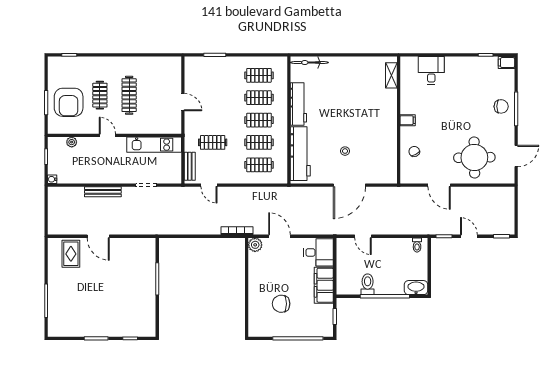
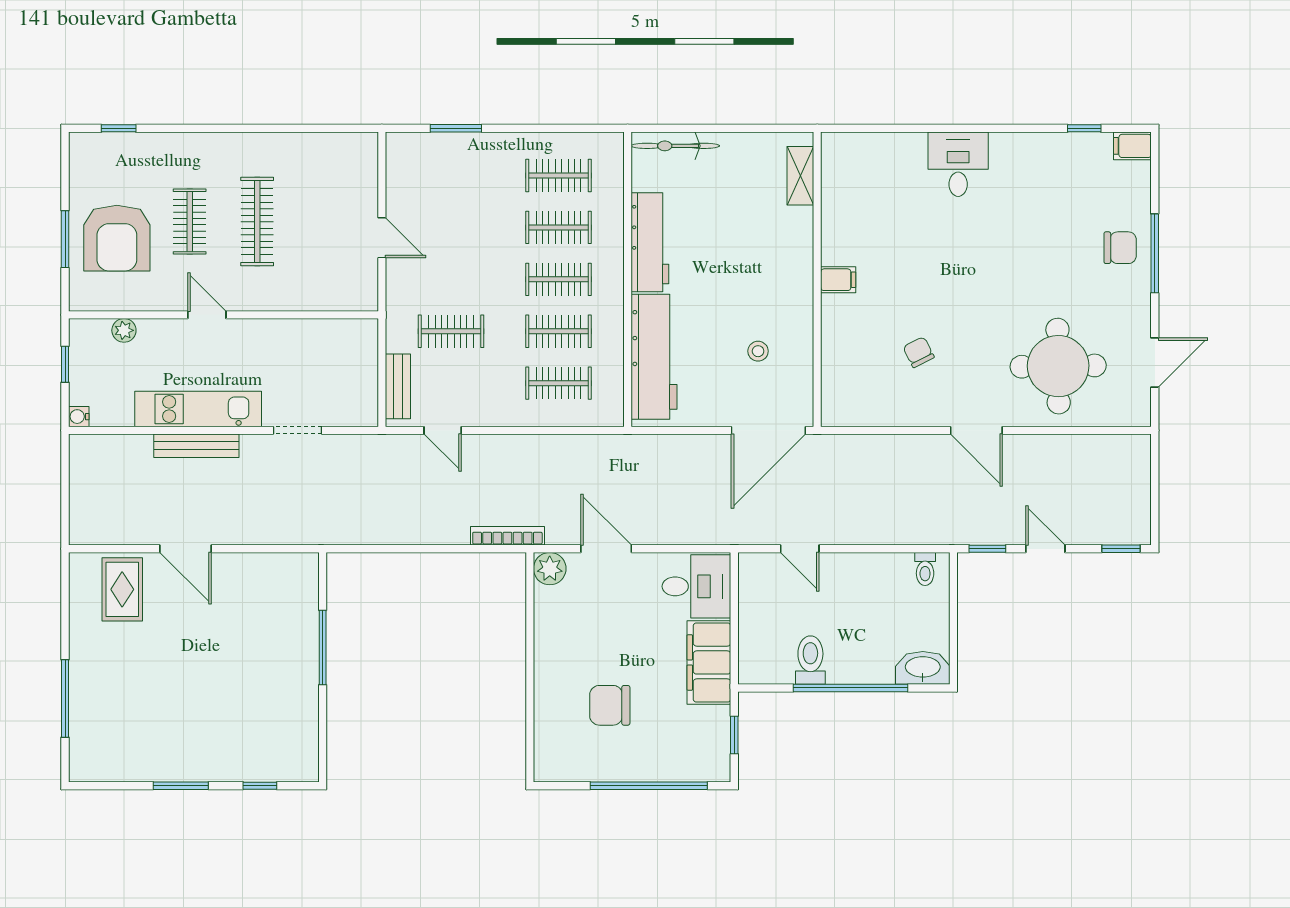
shelving: (391, 75) -> (800, 176), moved
wall: (399, 120) -> (817, 279), moved
filing cabinet: (408, 120) -> (838, 280), moved
kitchen unit: (154, 145) -> (198, 409), moved, turned 180

